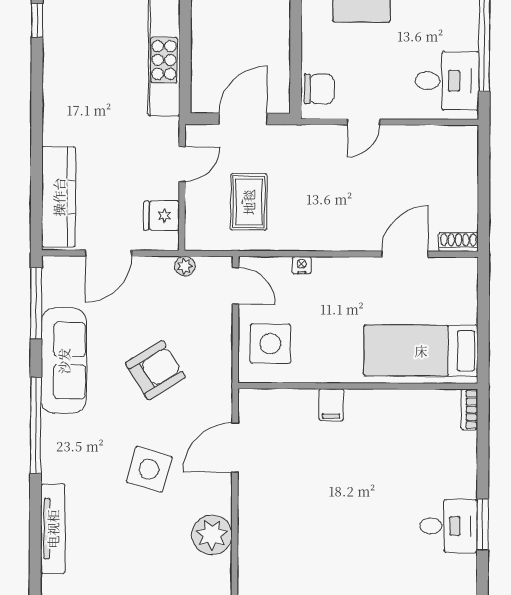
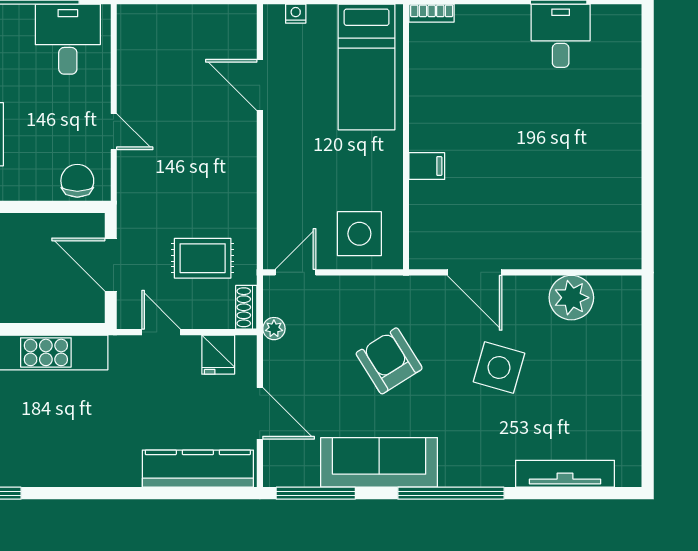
shoe rack: (459, 242) -> (246, 307), moved
nightstand: (302, 265) -> (296, 14), moved, turned 90

